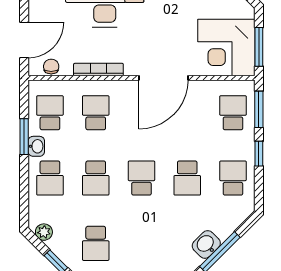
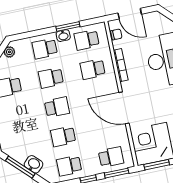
school desk: (50, 113) -> (87, 40), turned 180
school desk: (96, 113) -> (93, 69), turned 180
school desk: (233, 178) -> (69, 166), turned 180
washbasin: (206, 244) -> (34, 164), moved

